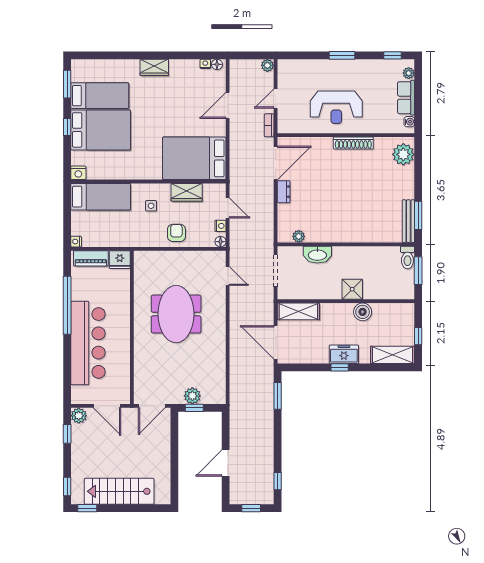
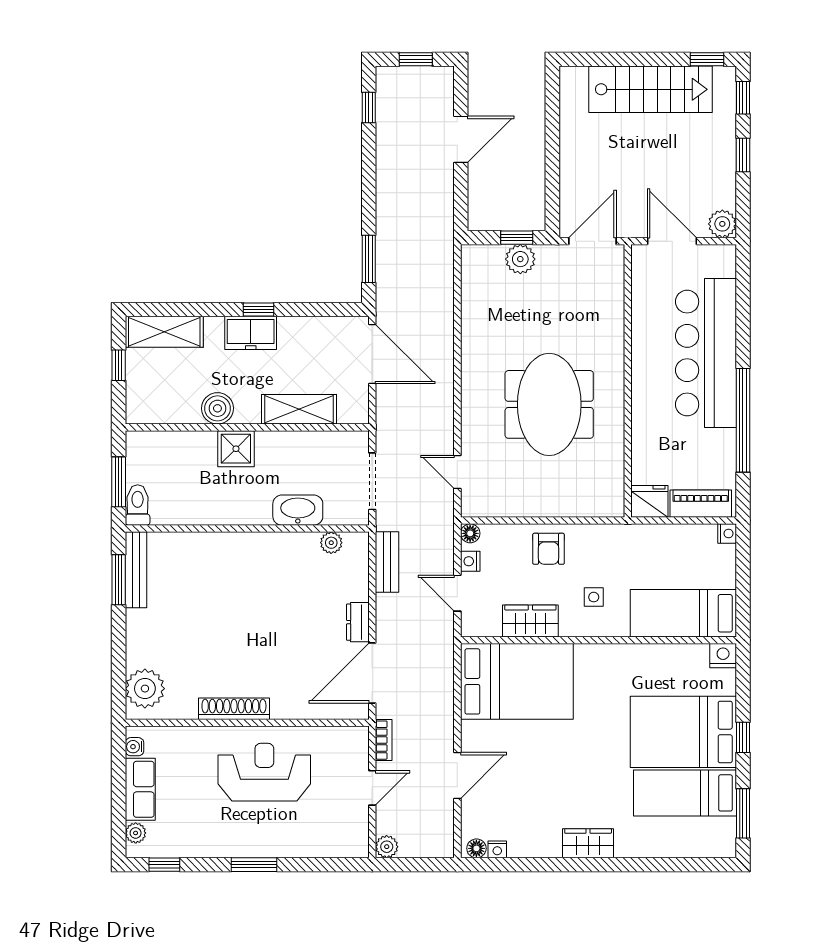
bench: (267, 226) -> (387, 562), added
shelving: (298, 311) -> (299, 409), moved
window: (67, 434) -> (743, 155), moved

